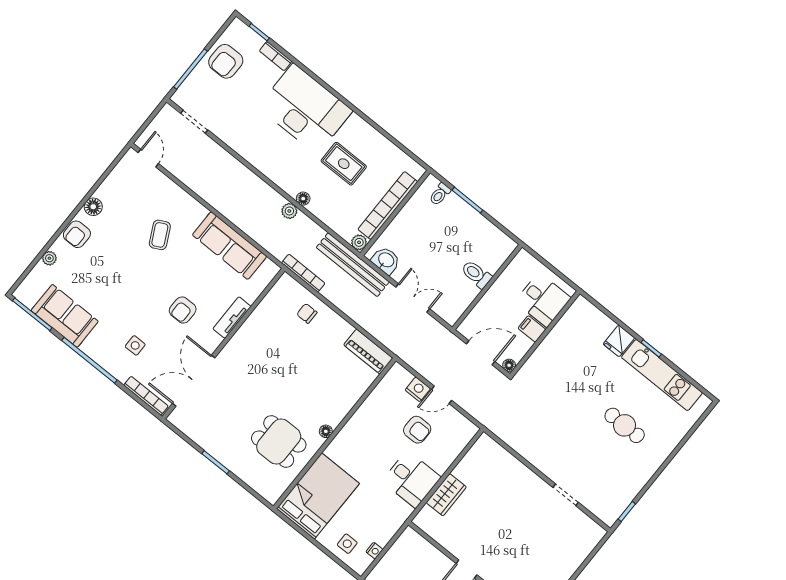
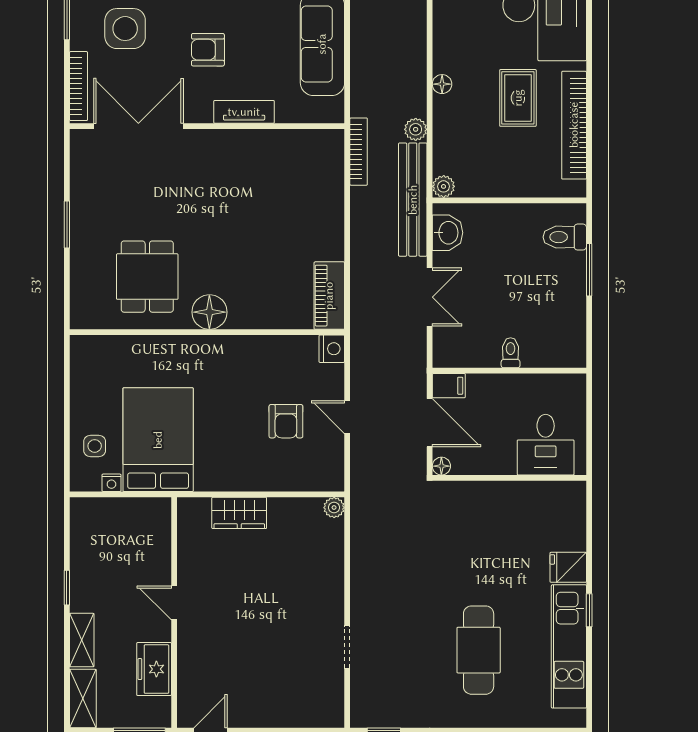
toilet: (440, 194) -> (565, 237), width x1.37, depth x1.39
bookcase: (388, 206) -> (574, 125), moved, turned -90
plant: (289, 211) -> (416, 129), moved
toilet: (476, 274) -> (511, 353), width x0.73, depth x0.72
chair: (307, 313) -> (317, 192), removed
filing cabinet: (532, 329) -> (449, 386), moved, turned 90
side table: (135, 345) -> (125, 29), width x1.87, depth x1.87
nightstand: (418, 389) -> (332, 349), moved
cafe table: (625, 425) -> (479, 650), width x1.37, depth x1.35
floor lamp: (326, 431) -> (209, 312), width x1.89, depth x1.89
plant: (485, 441) -> (334, 508), added
desk: (411, 479) -> (225, 460), removed
bed: (318, 496) -> (158, 440), moved, turned -90

